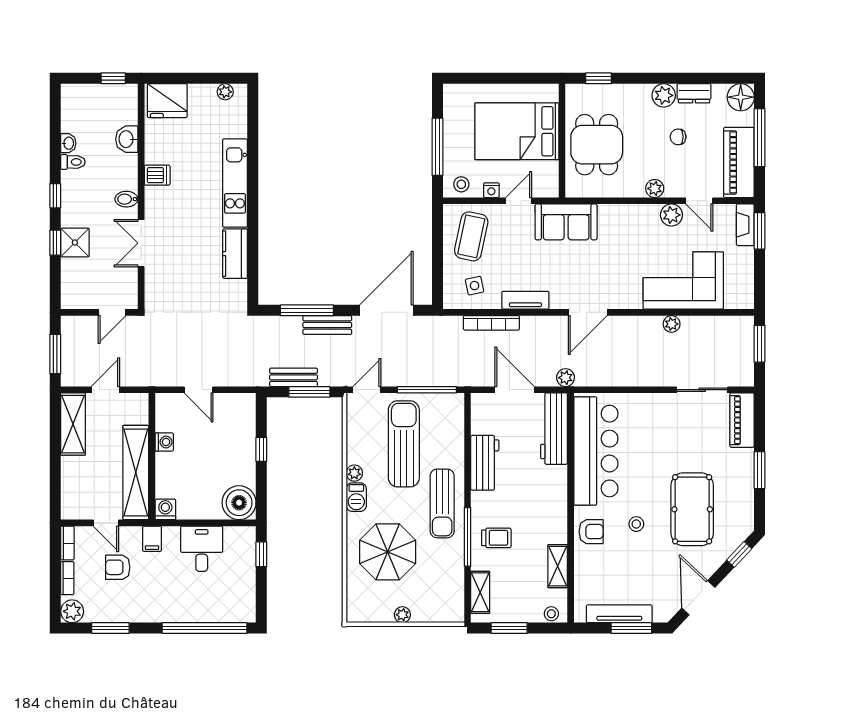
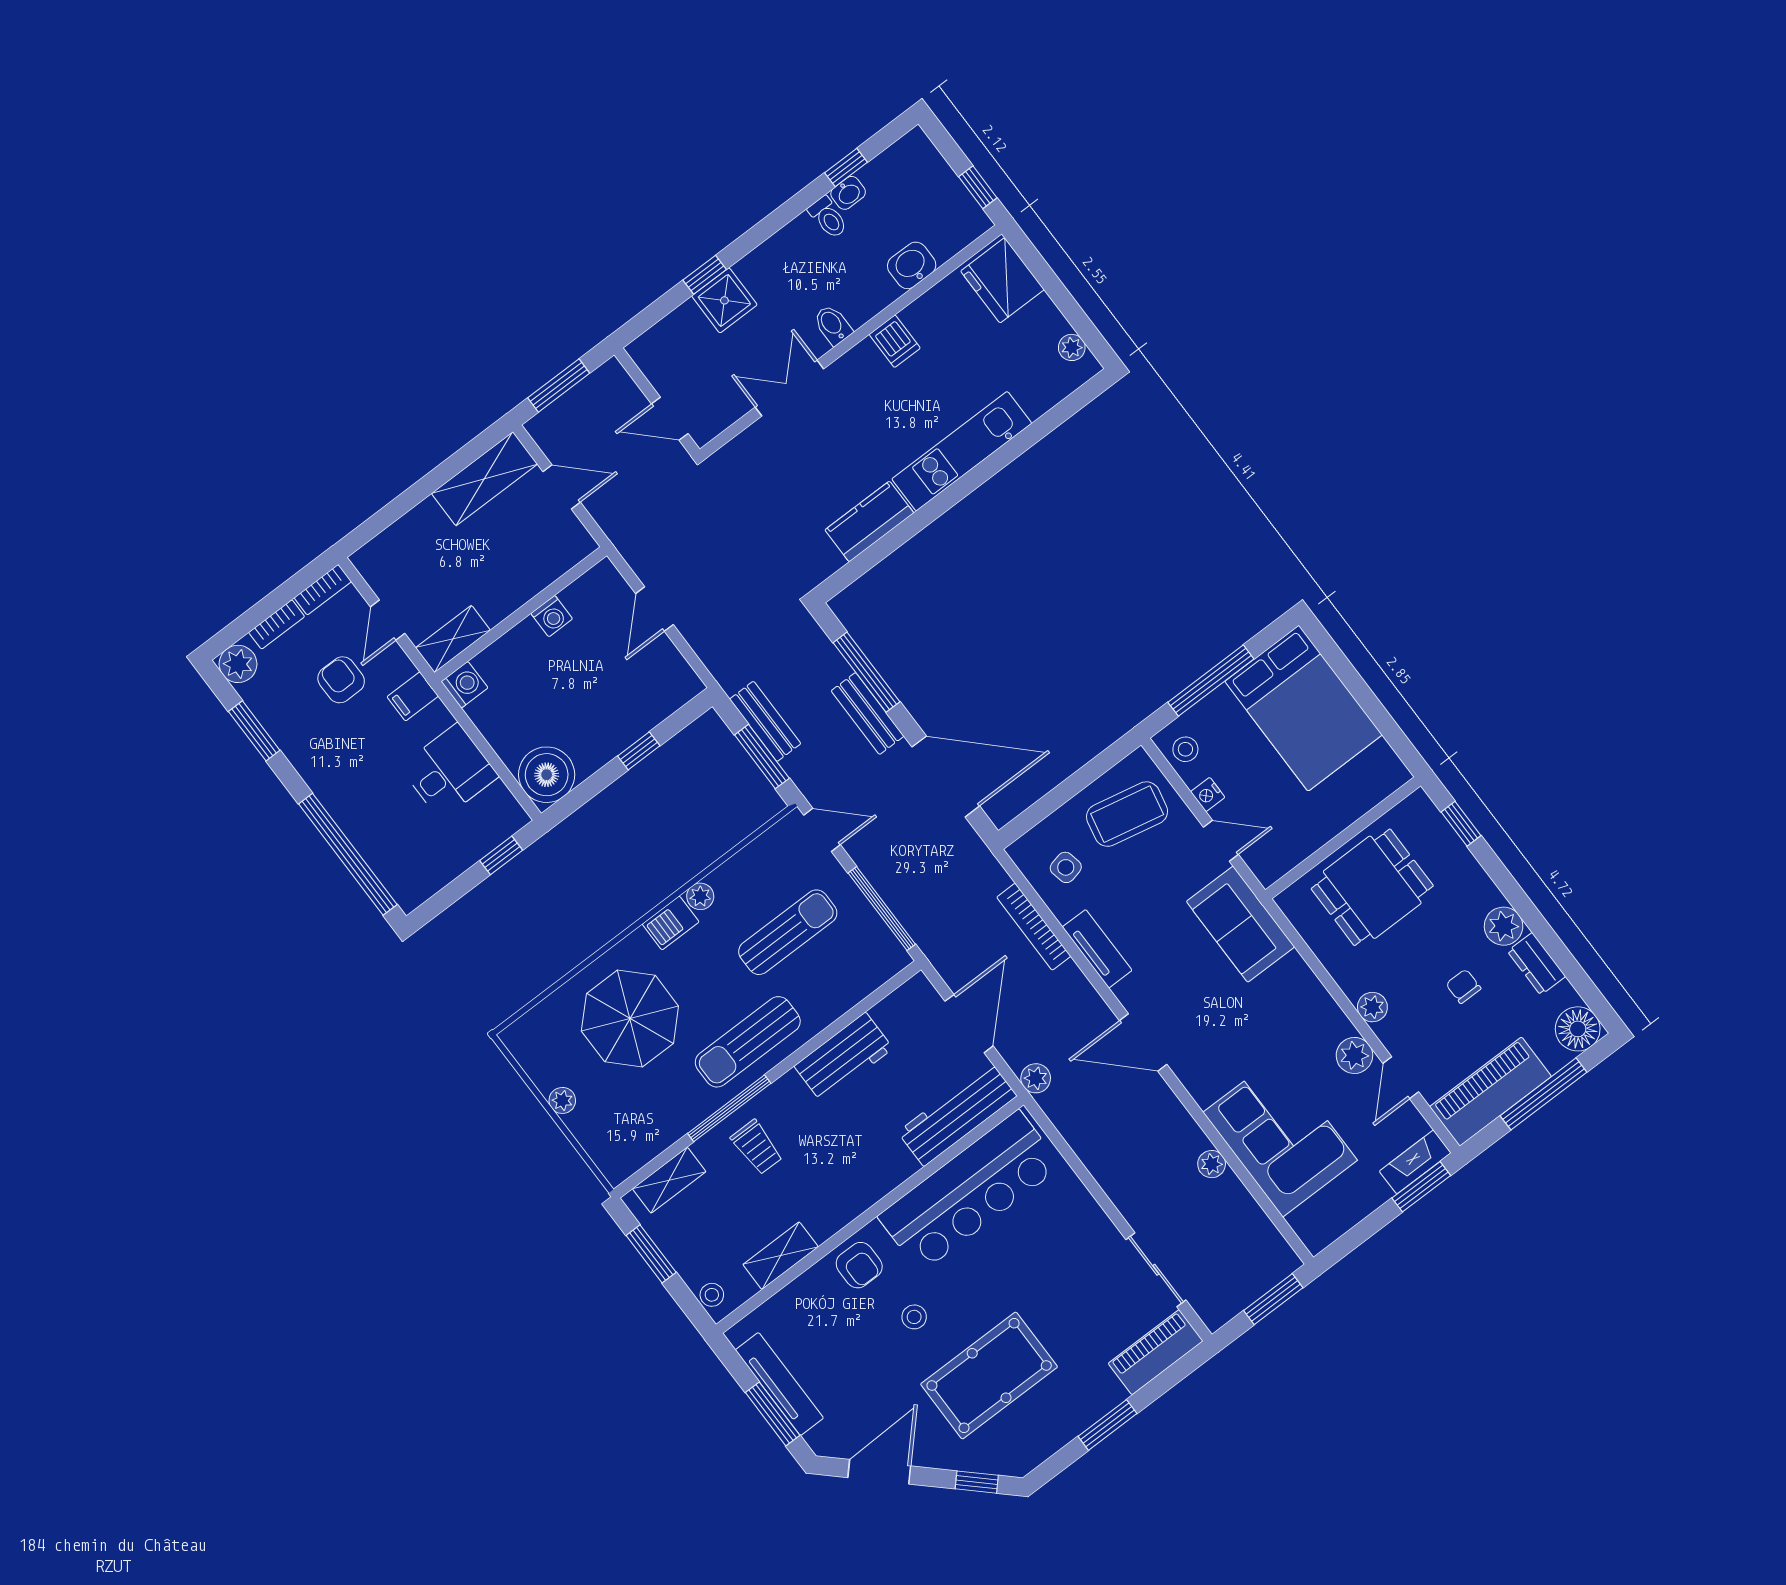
bed: (517, 131) -> (1304, 708), moved, turned 180
window: (55, 196) -> (846, 167), moved
sun lounger: (404, 444) -> (788, 932), width x0.73, depth x0.75
shelving: (136, 473) -> (453, 639), width x0.45, depth x0.75

